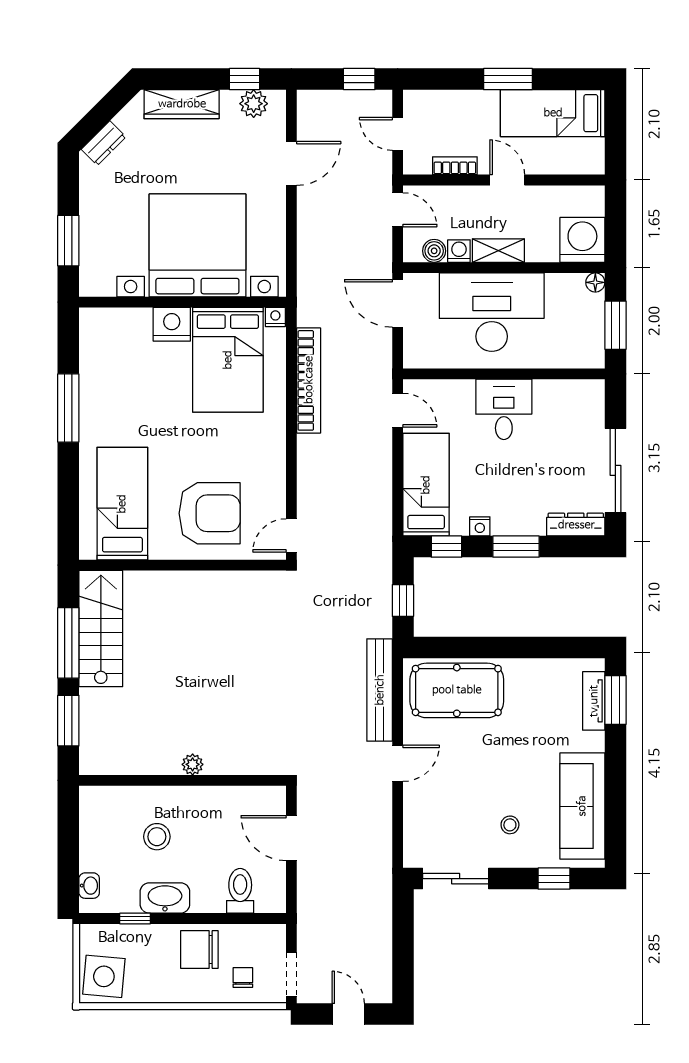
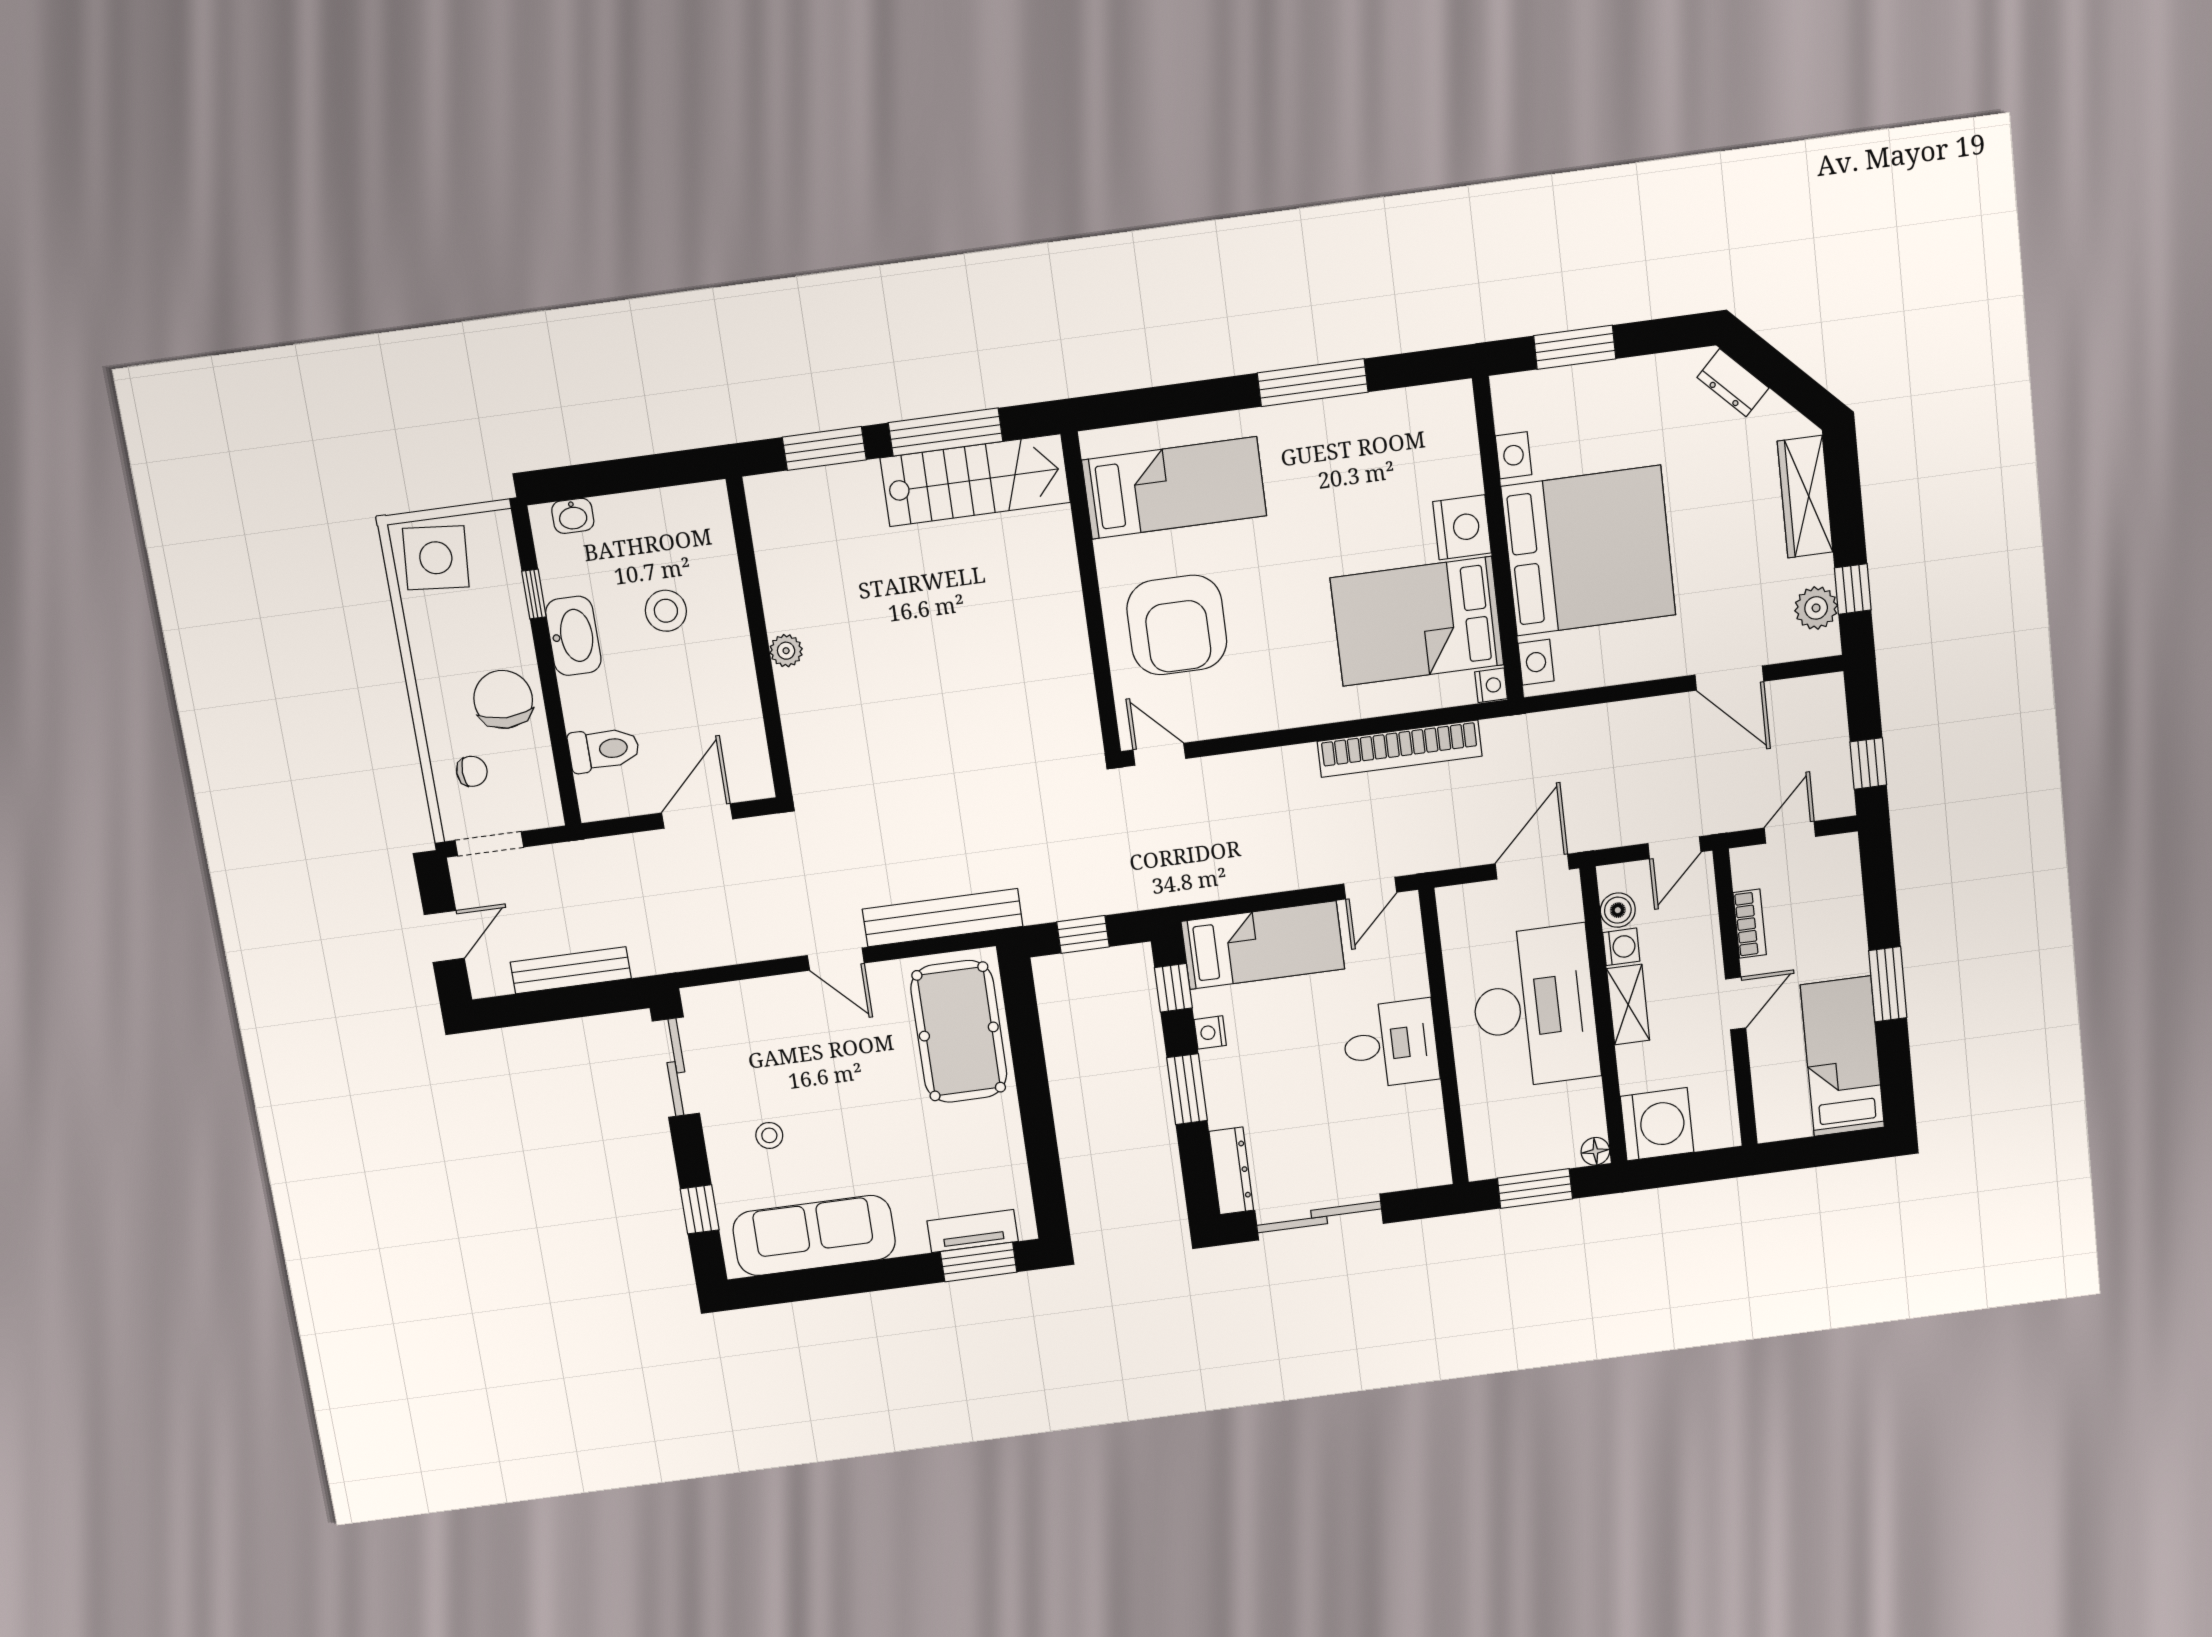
bench: (382, 936) -> (571, 970), added

